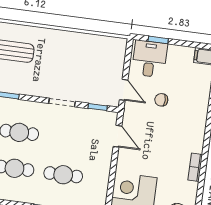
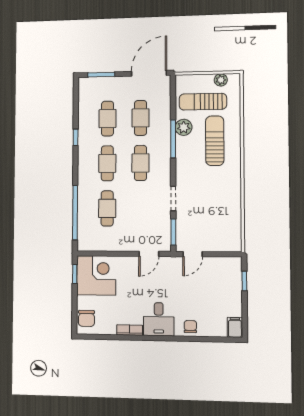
desk: (150, 59) -> (159, 319), moved, turned 90
chair: (161, 100) -> (190, 327), moved
window: (98, 107) -> (173, 232), width x1.50

